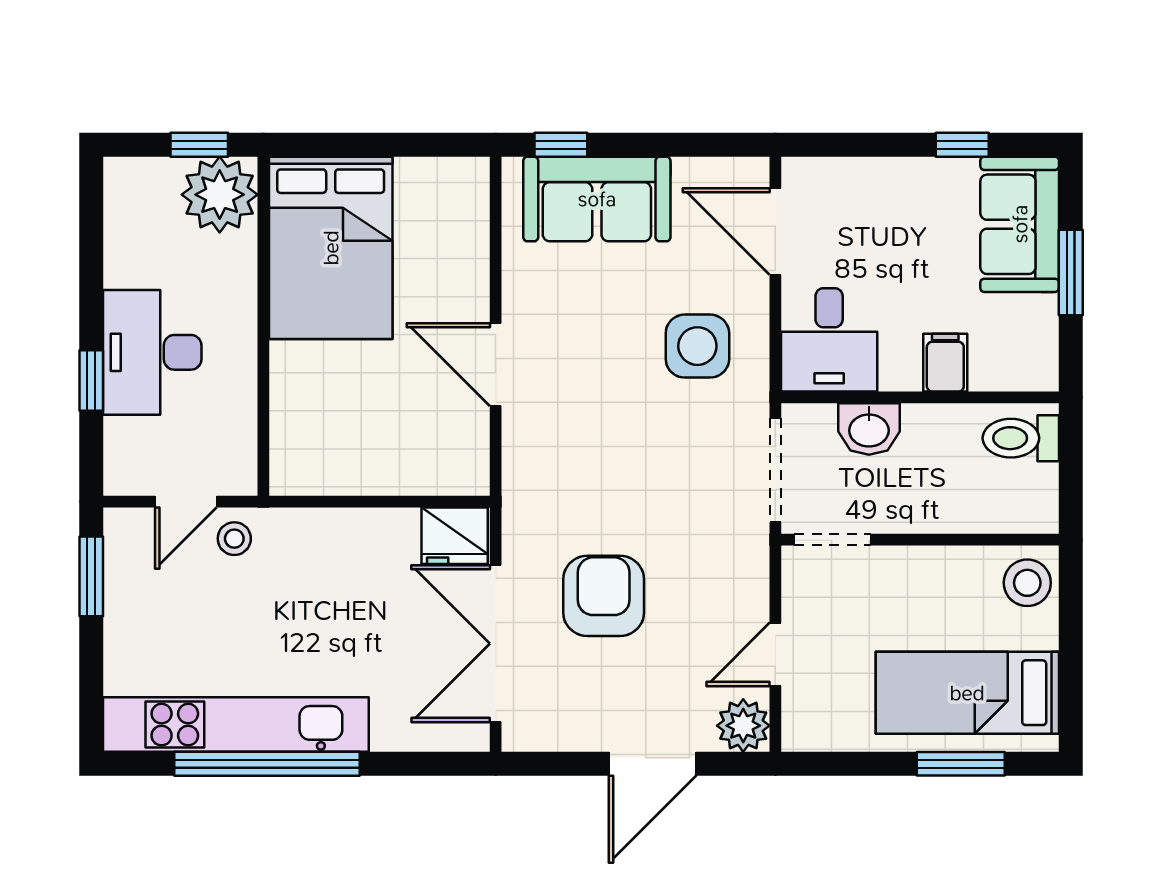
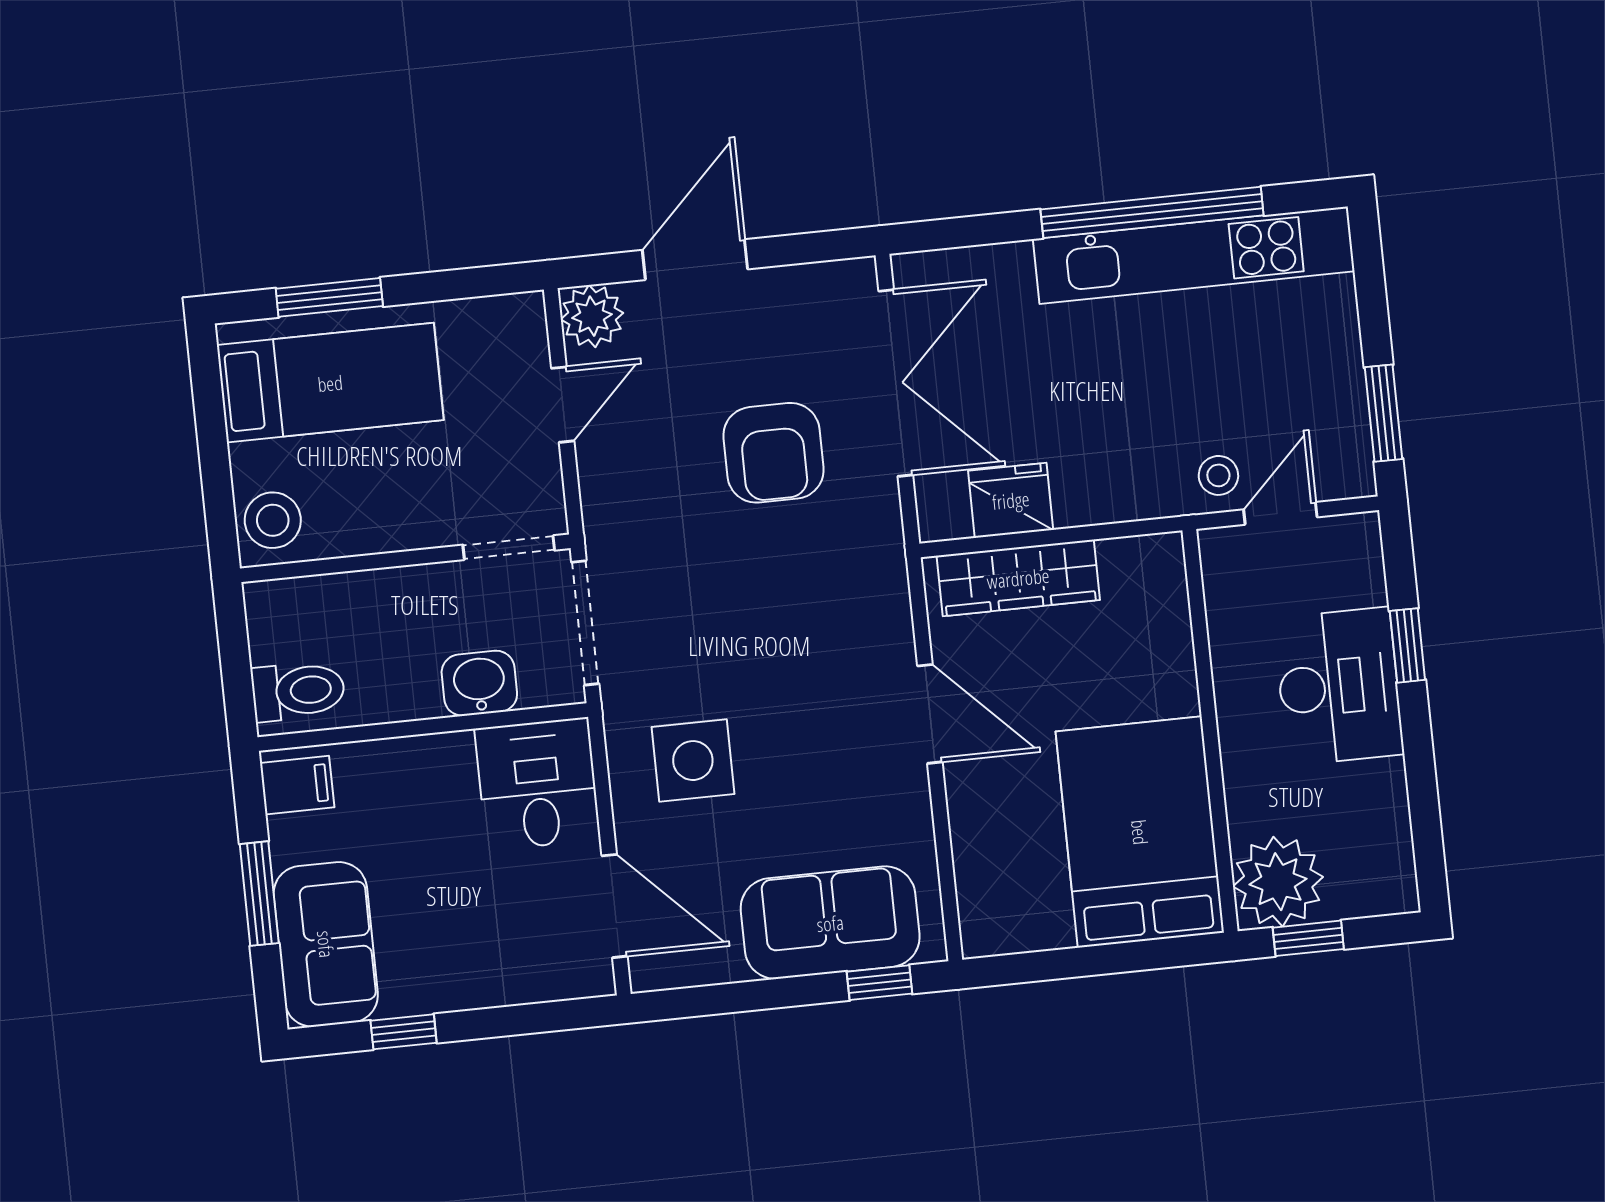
filing cabinet: (945, 363) -> (297, 785), moved, turned -90
wardrobe: (410, 470) -> (1018, 578), added
fridge: (455, 536) -> (1011, 500), moved

